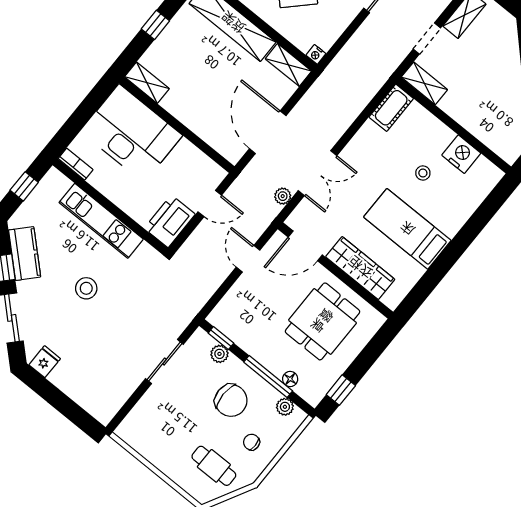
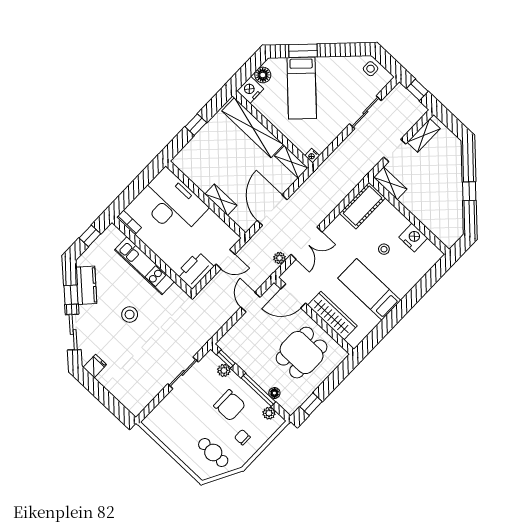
shelving: (147, 83) -> (221, 200), moved
cot: (391, 108) -> (363, 206), width x1.37, depth x1.34

